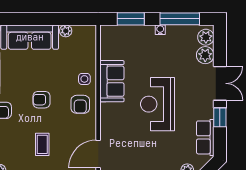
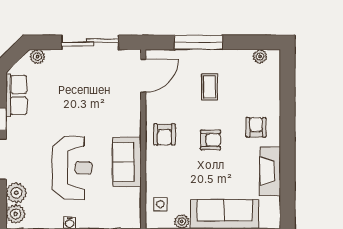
side table: (84, 79) -> (160, 204), moved
armchair: (80, 104) -> (164, 134), turned 180
reception desk: (157, 104) -> (72, 168), moved

